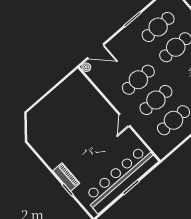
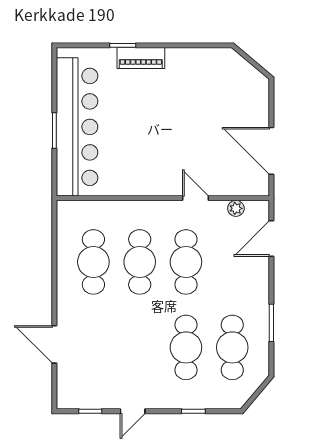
plant: (86, 67) -> (236, 208), moved
door: (57, 85) -> (271, 151), added
door: (124, 120) -> (196, 198), moved

